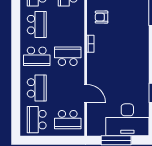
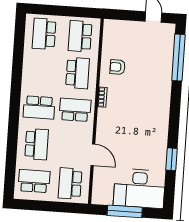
school desk: (37, 25) -> (78, 73), moved
school desk: (37, 120) -> (34, 181), turned 90
school desk: (68, 120) -> (70, 183), turned 90

